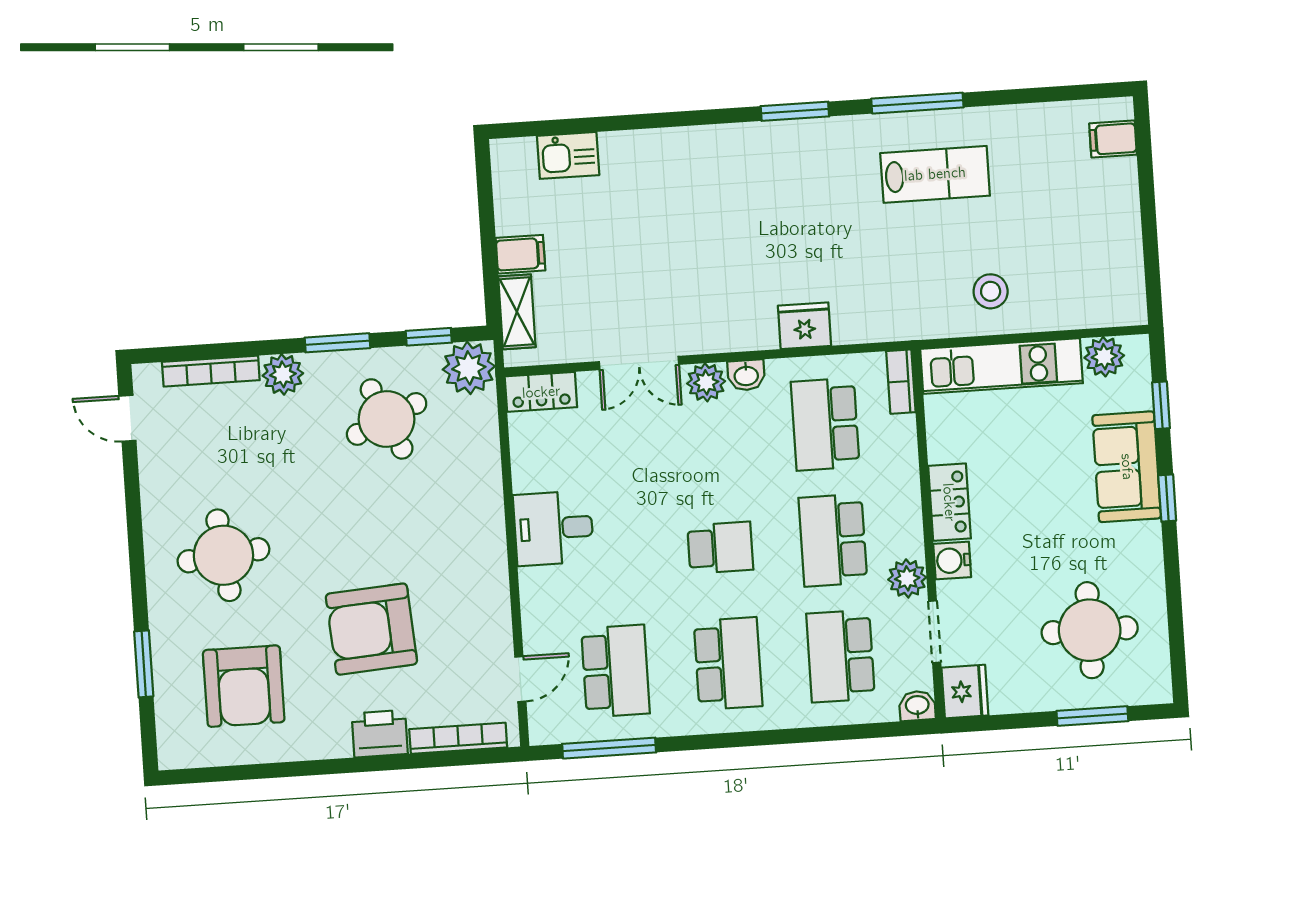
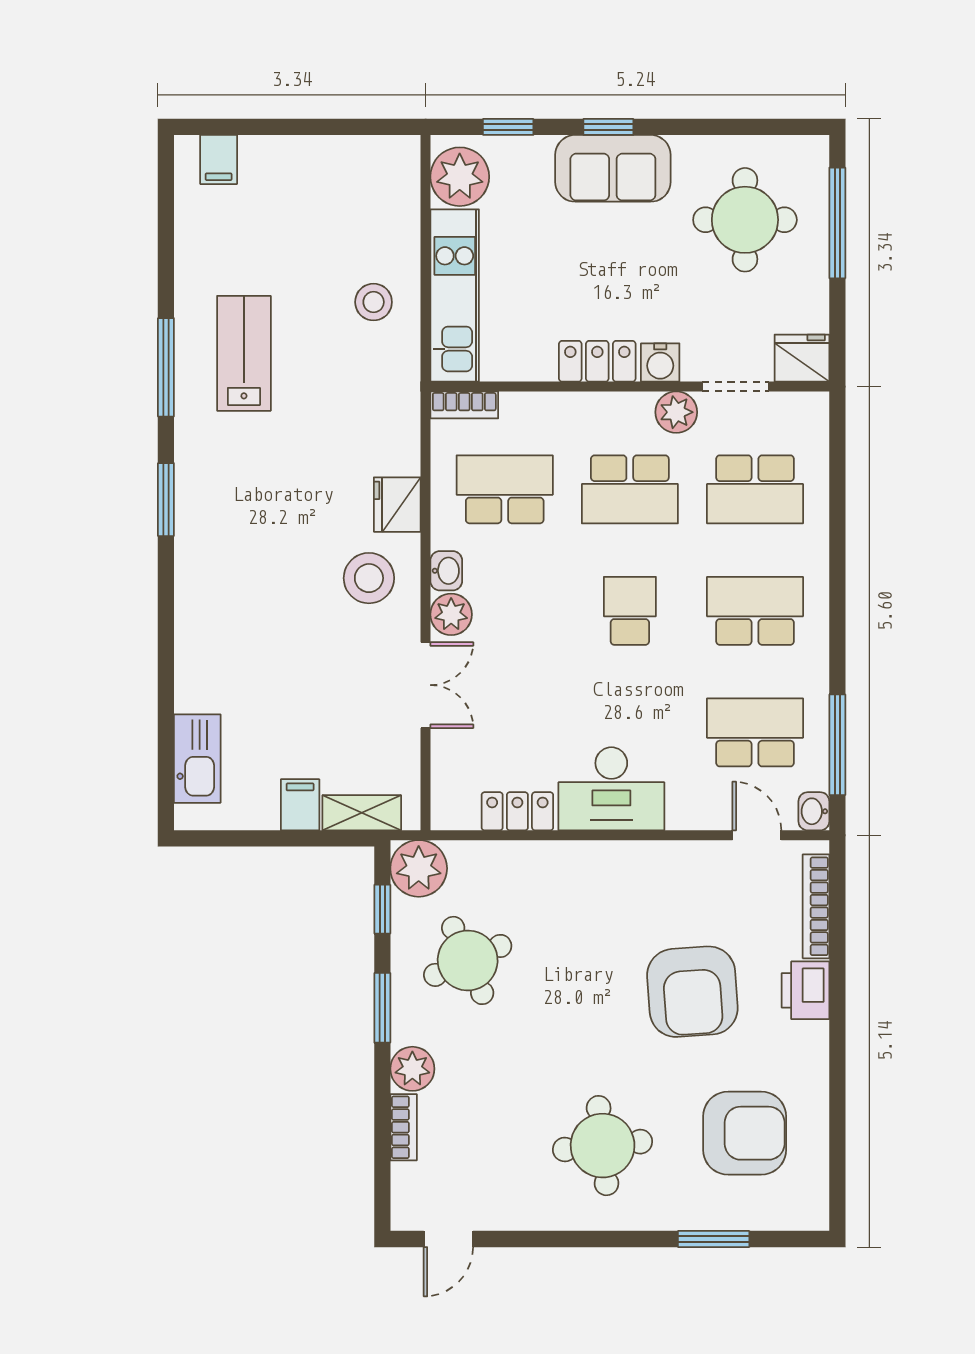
kitchen sink: (568, 155) -> (197, 759), width x1.38
stool: (735, 304) -> (369, 578), added
plant: (1104, 357) -> (460, 177), width x1.36, depth x1.36
bookcase: (211, 371) -> (404, 1127), width x0.64
locker: (541, 392) -> (517, 811), moved, turned -90
school desk: (825, 424) -> (505, 489), turned 180
sofa: (1127, 467) -> (613, 168), moved
desk: (553, 528) -> (611, 789), width x1.37
washbasin: (917, 706) -> (814, 811), moved
window: (1092, 716) -> (837, 223), width x1.44

